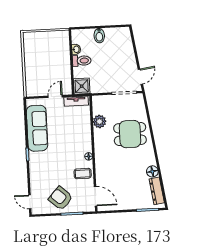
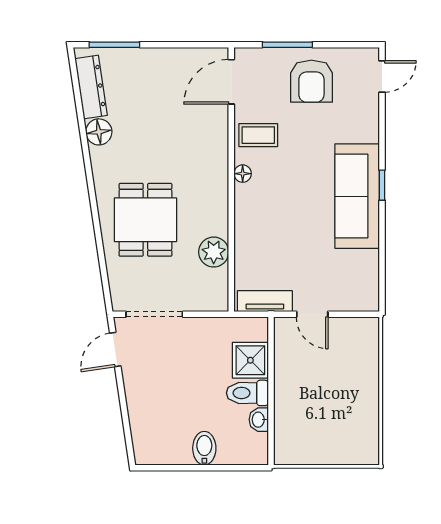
shower: (82, 86) -> (250, 360), moved
door: (55, 96) -> (312, 314), hinge flipped
sofa: (37, 128) -> (357, 196), moved
dining table: (130, 134) -> (145, 220), turned 90
door: (96, 196) -> (231, 82), hinge flipped
armchair: (61, 198) -> (311, 81), turned 48
door: (30, 202) -> (382, 76), hinge flipped

